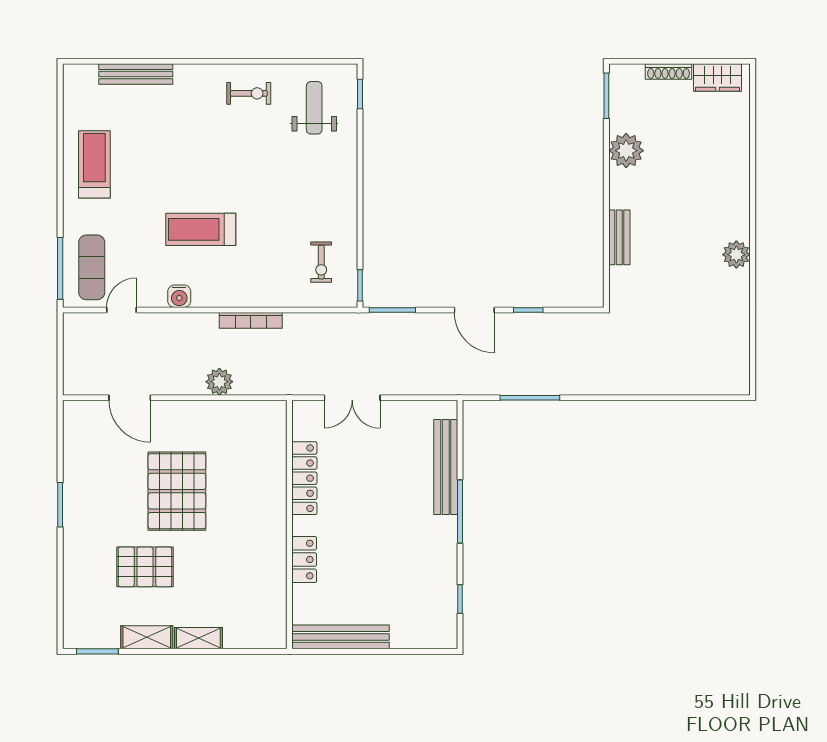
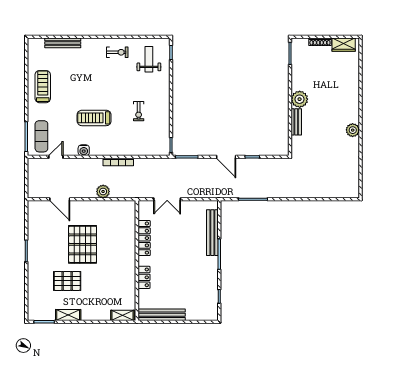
plant: (626, 151) -> (300, 99), moved
exercise bike: (321, 262) -> (139, 111), moved
shelving: (198, 638) -> (122, 315), moved

